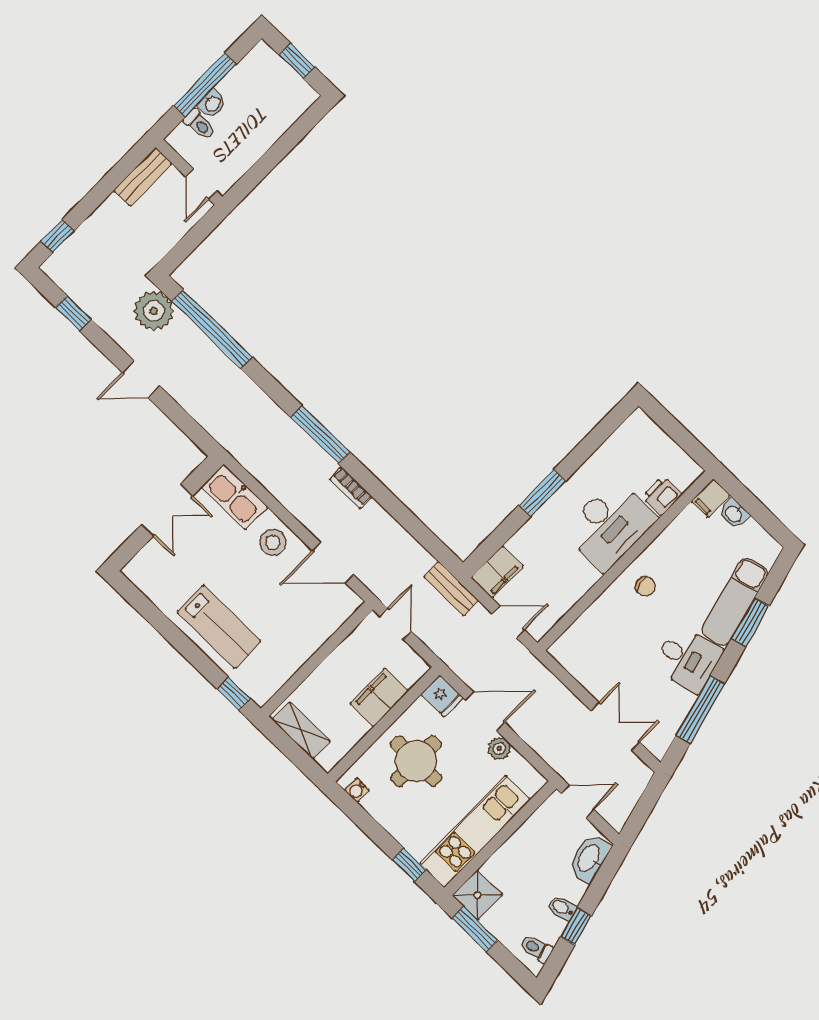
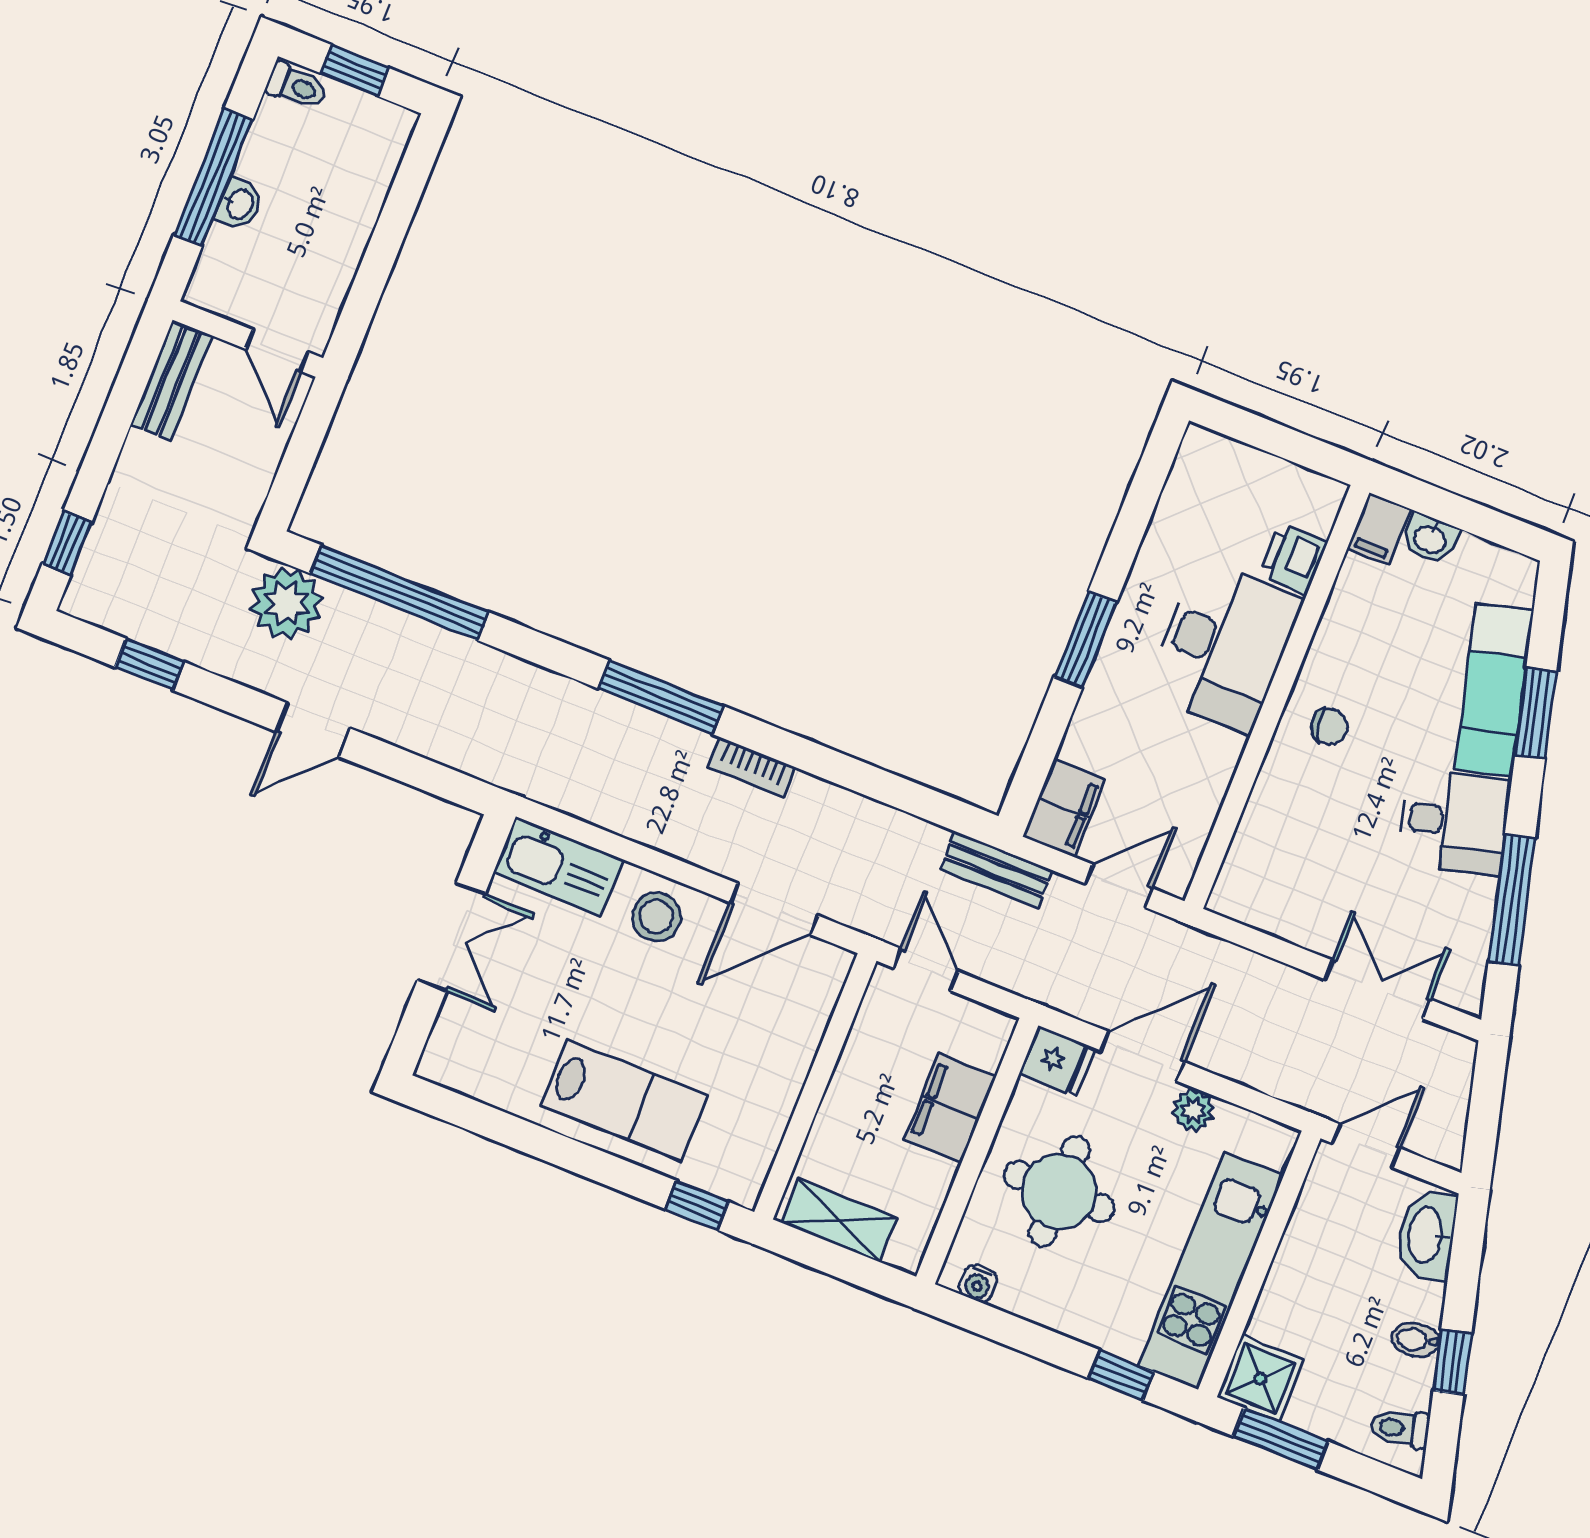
toilet: (199, 124) -> (296, 86), moved

